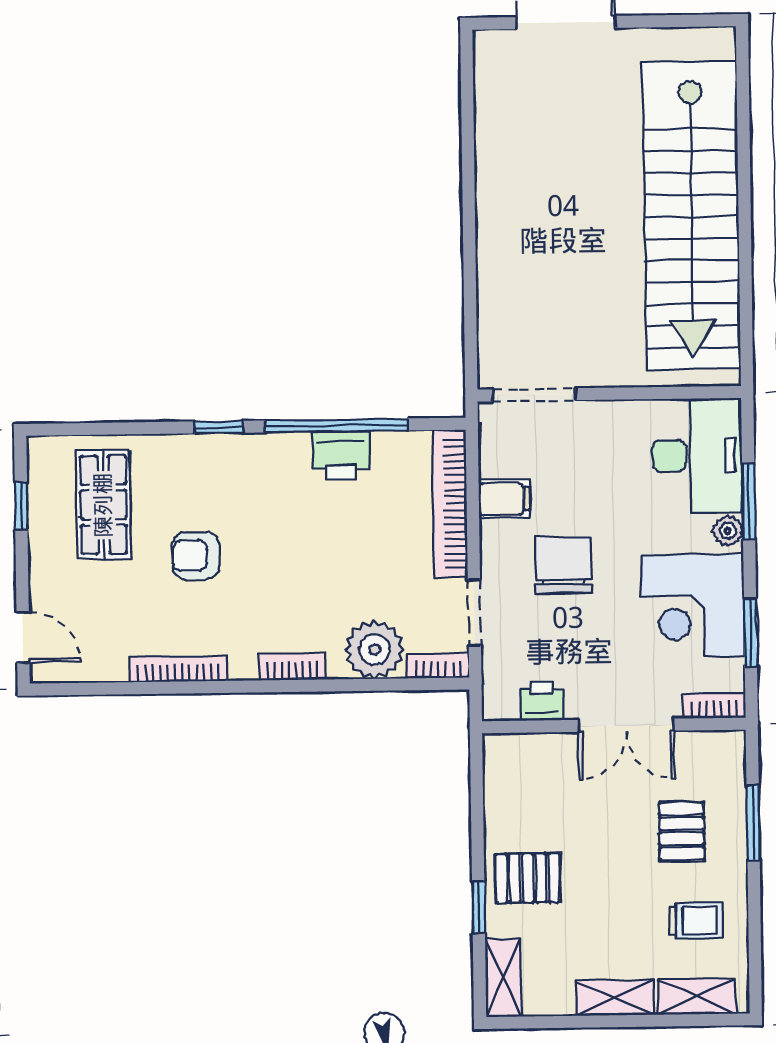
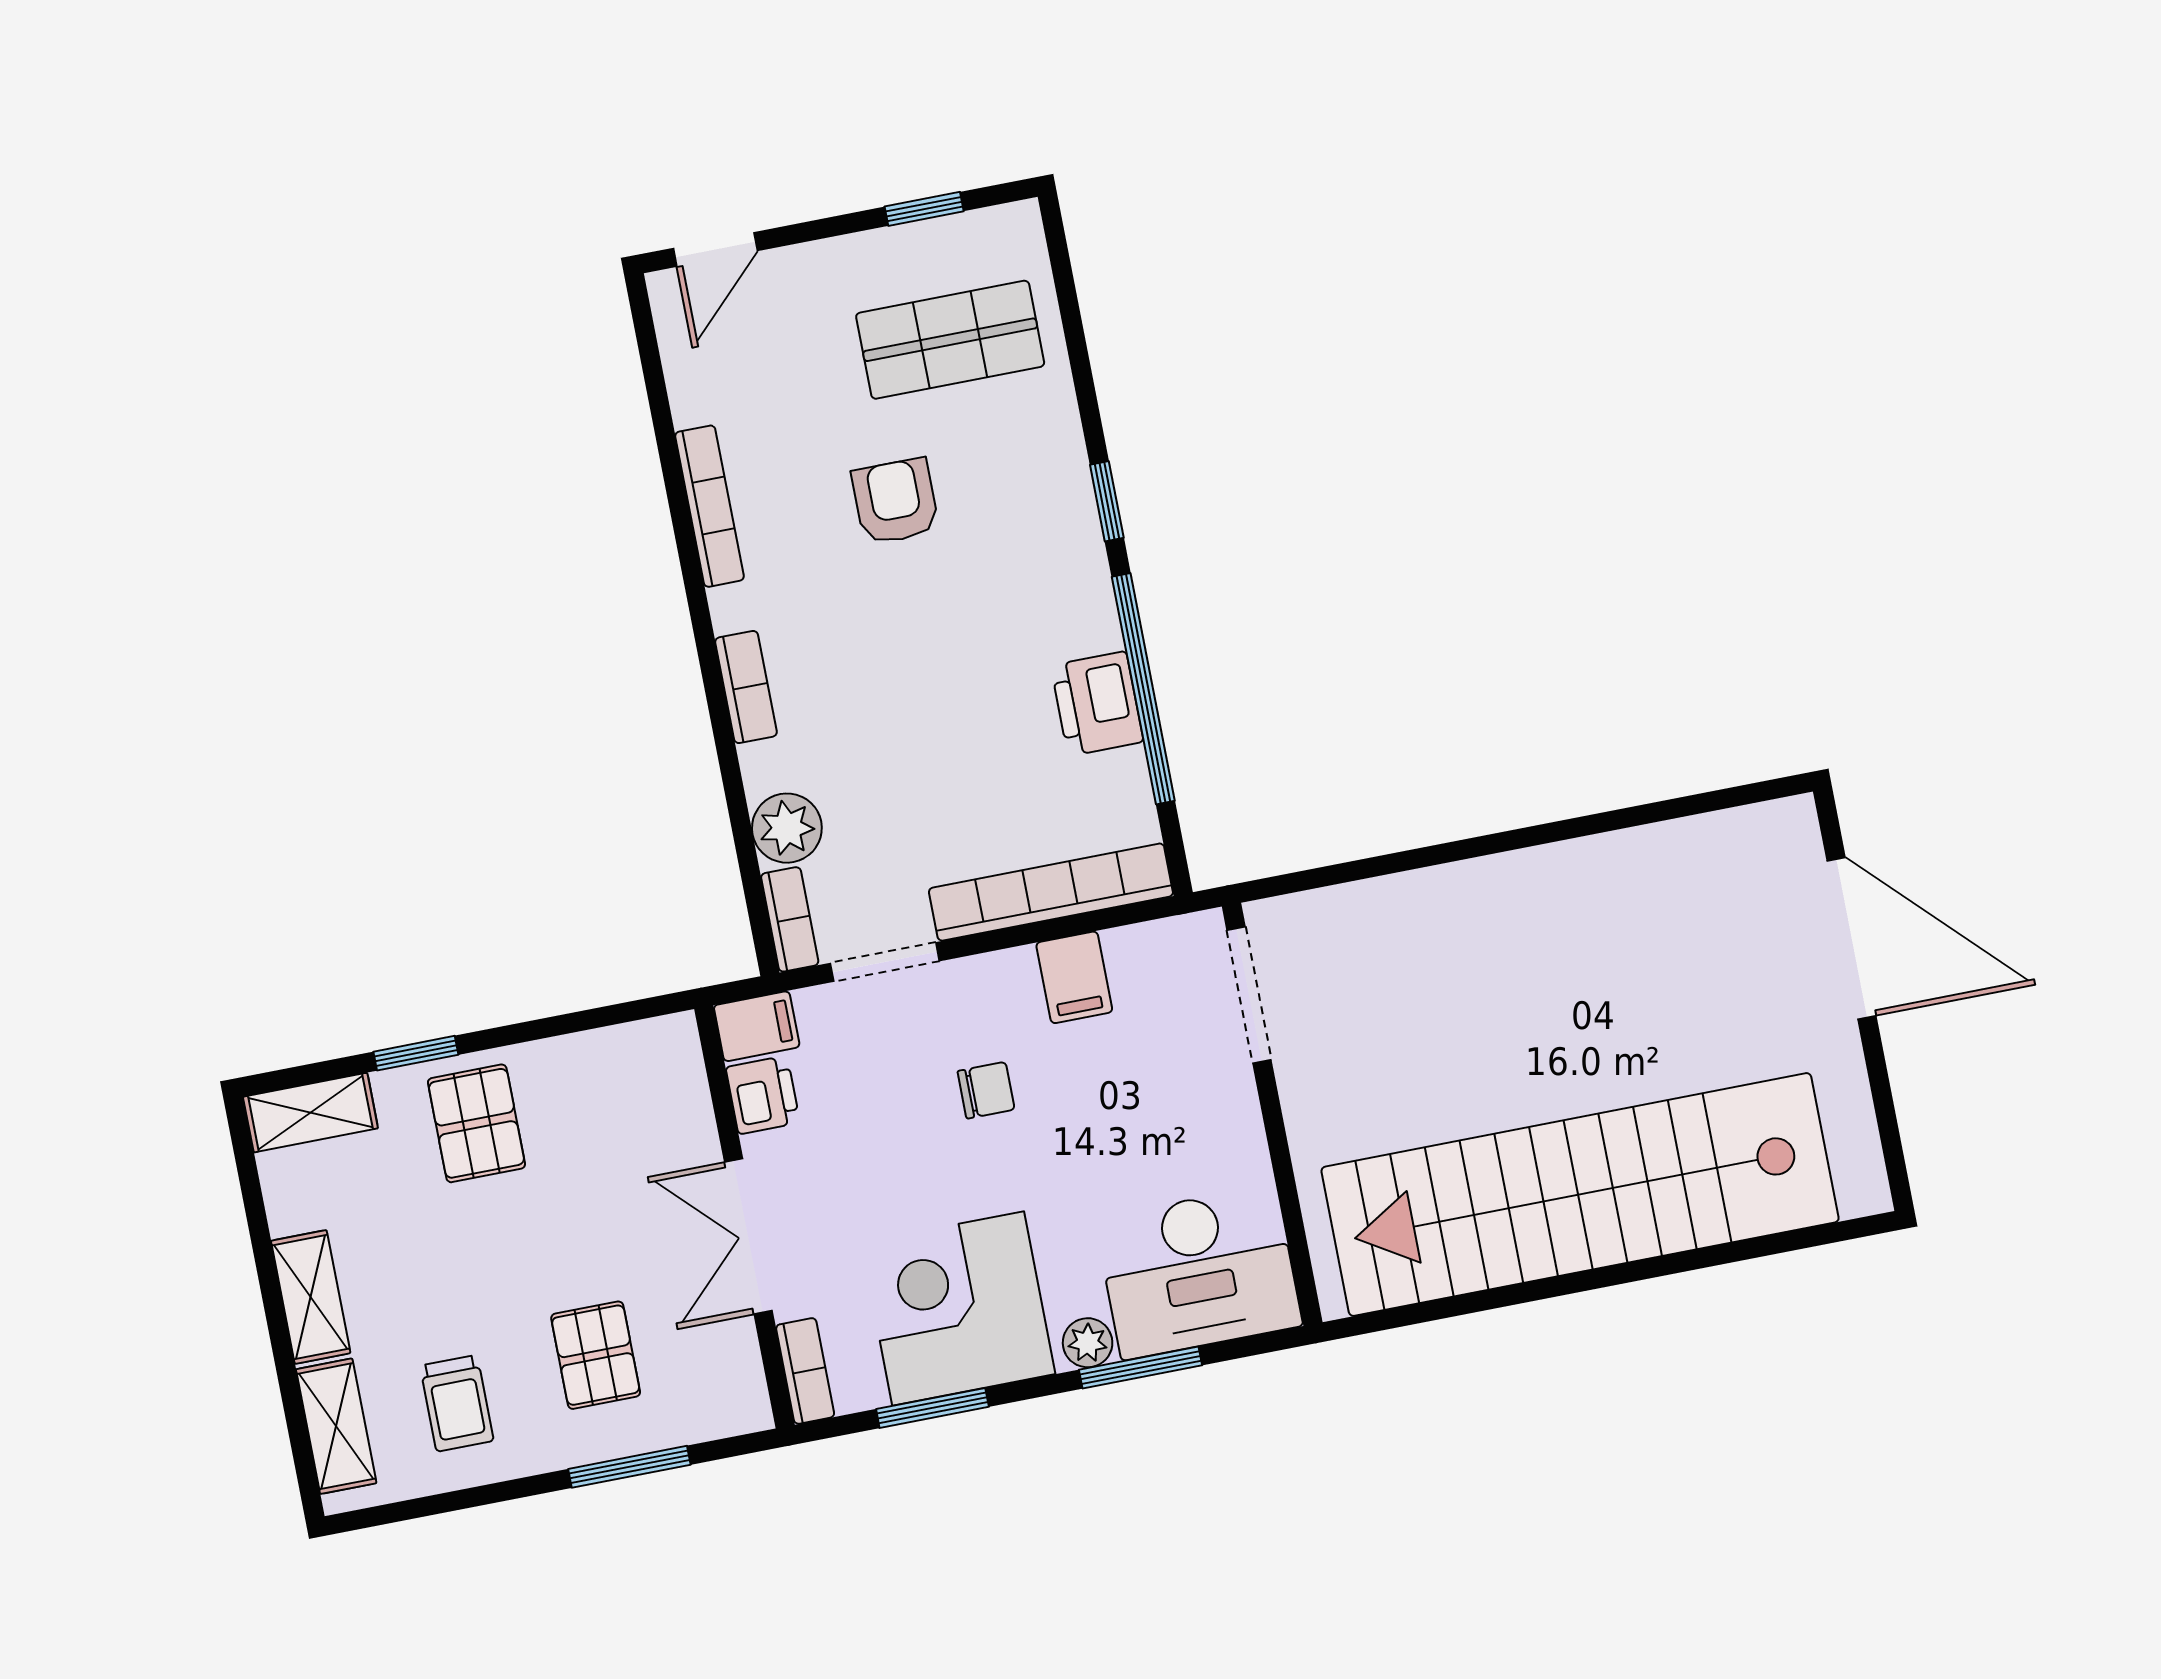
chair: (563, 565) -> (986, 1090), width x0.54, depth x0.54
plant: (374, 650) -> (787, 828), width x0.73, depth x0.73
filing cabinet: (499, 697) -> (757, 1026), added
pallet: (682, 831) -> (596, 1355), turned 90

